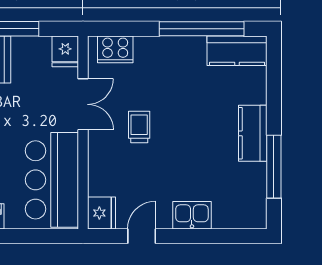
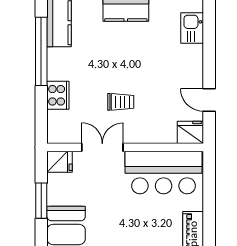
cooker: (115, 49) -> (58, 95), moved
trolley: (139, 127) -> (121, 102), turned 180
kitchen sink: (192, 215) -> (192, 28), moved

